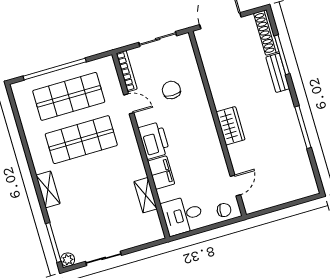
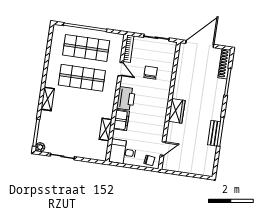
bench: (278, 73) -> (214, 133), moved

